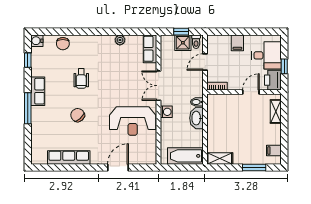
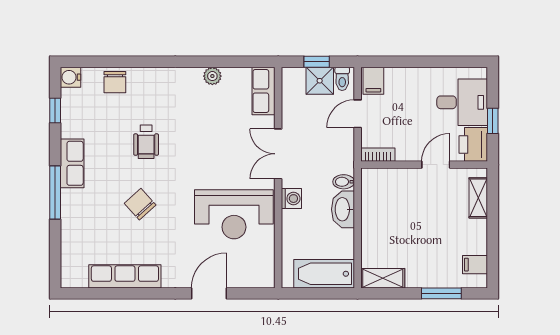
filing cabinet: (237, 43) -> (373, 81), moved

